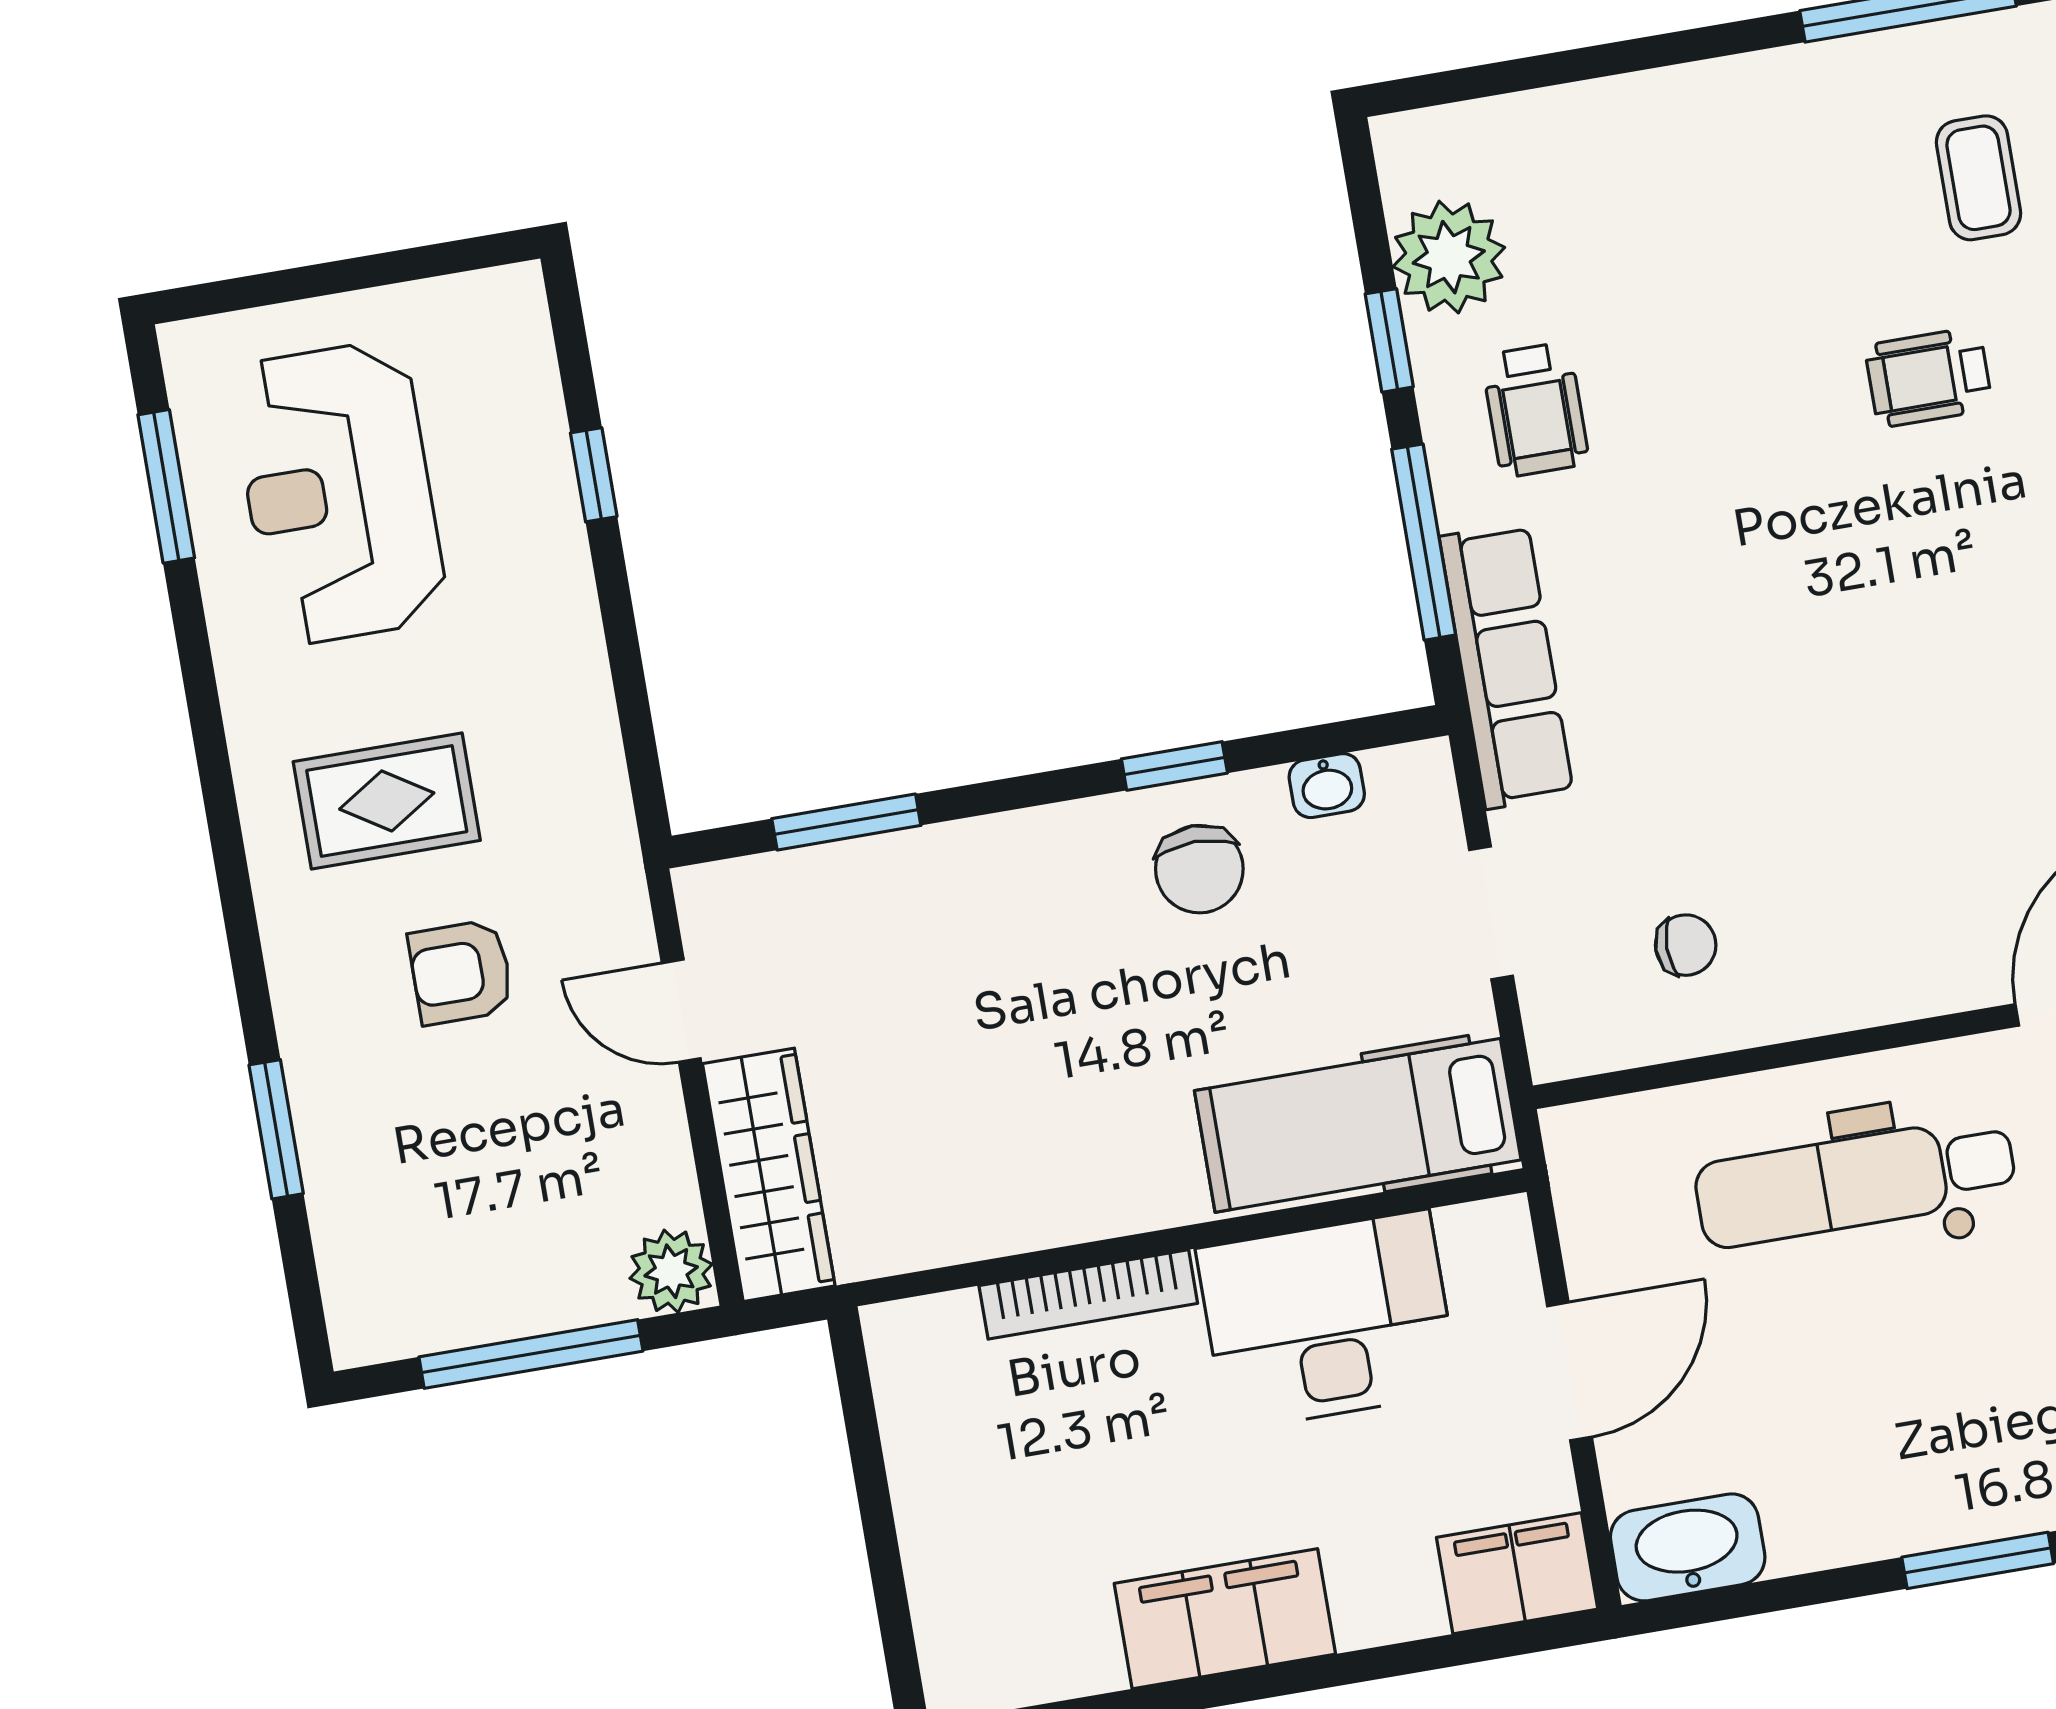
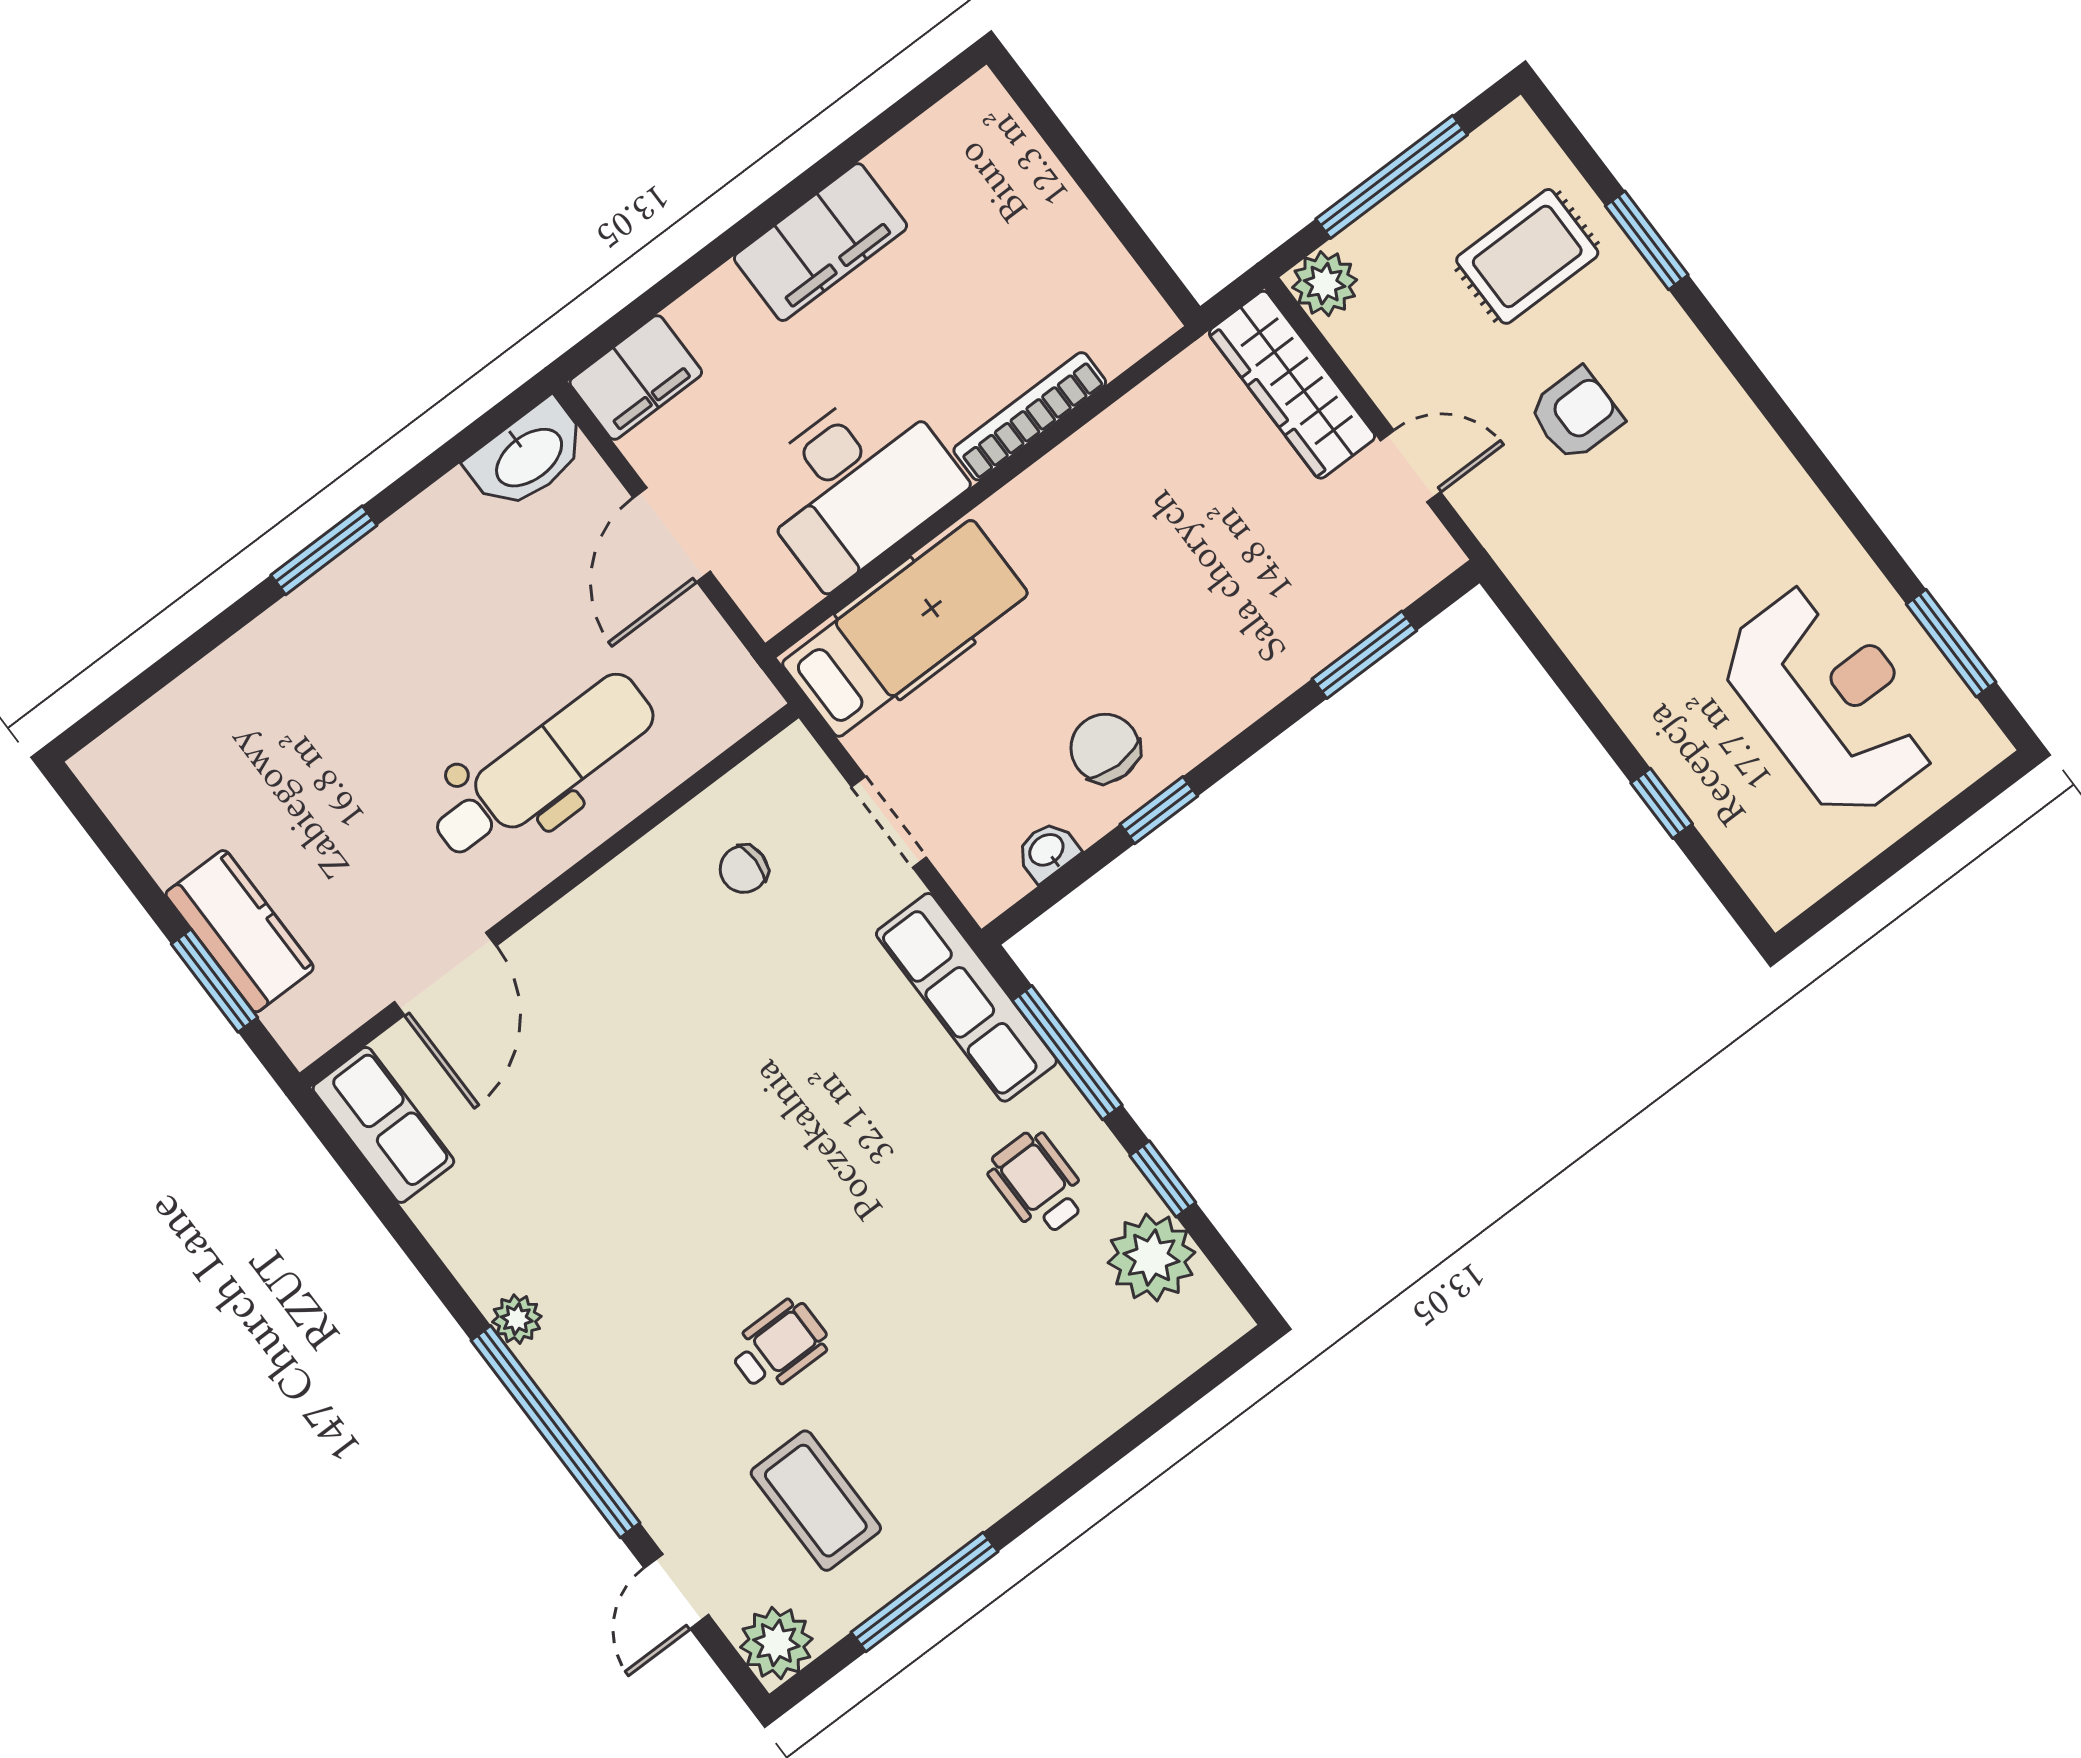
coffee table: (1978, 178) -> (816, 1501), width x1.36, depth x1.30
rug: (387, 801) -> (1527, 256), moved

